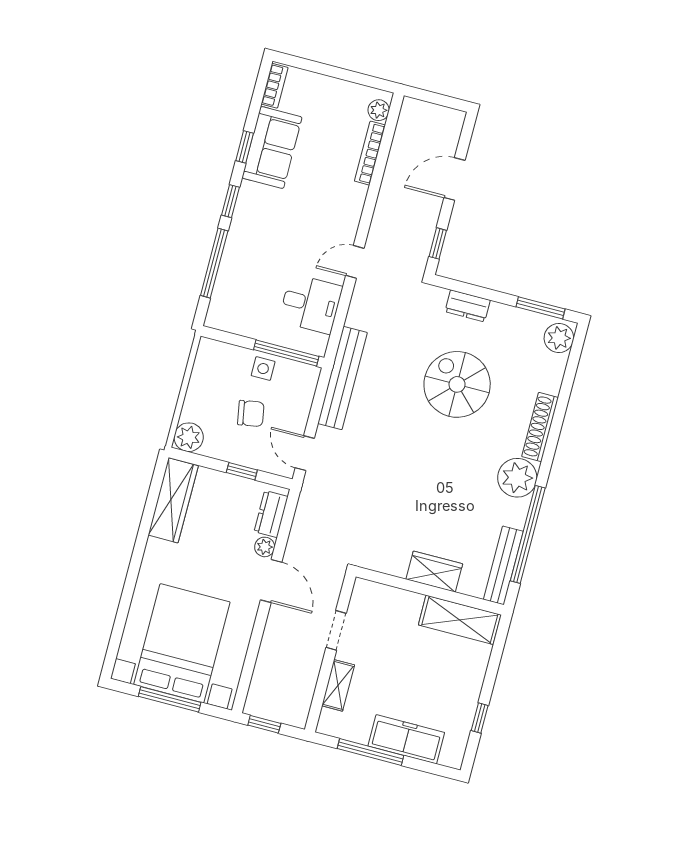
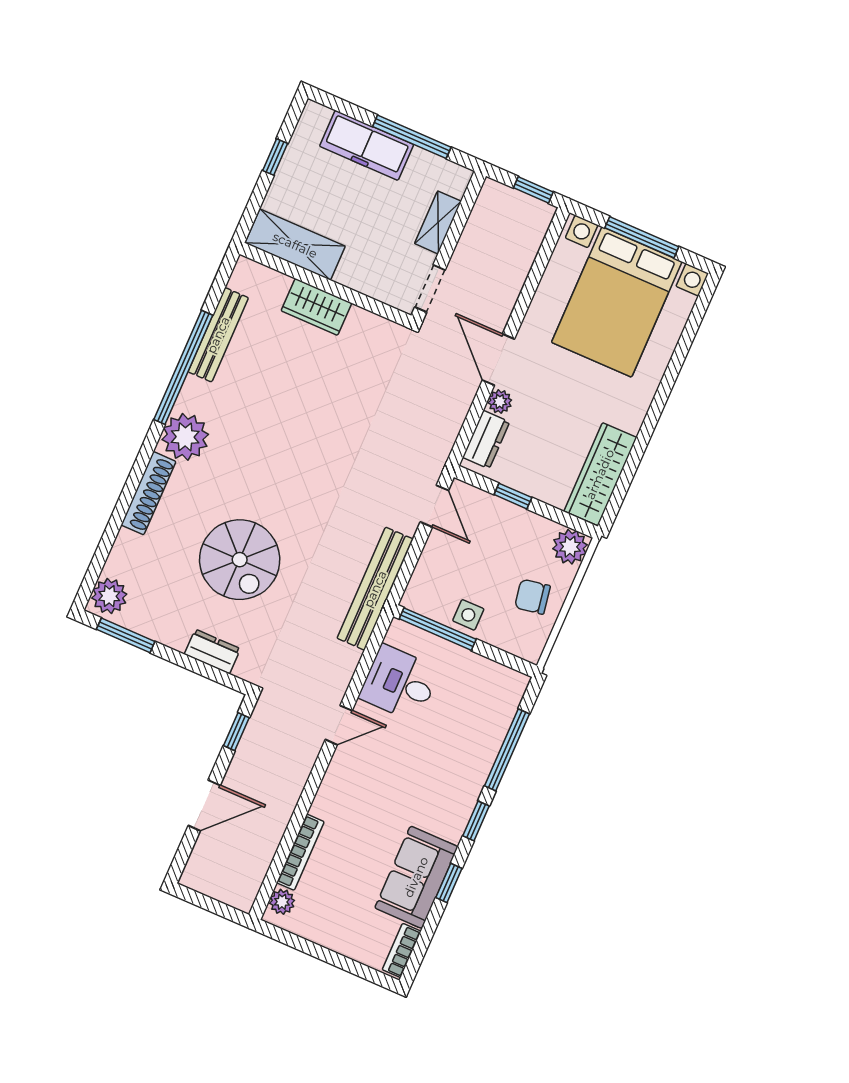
chair: (251, 413) -> (532, 597), moved
wardrobe: (434, 572) -> (316, 307), moved
wall: (430, 591) -> (325, 285), moved
shelving: (460, 620) -> (295, 245), moved

